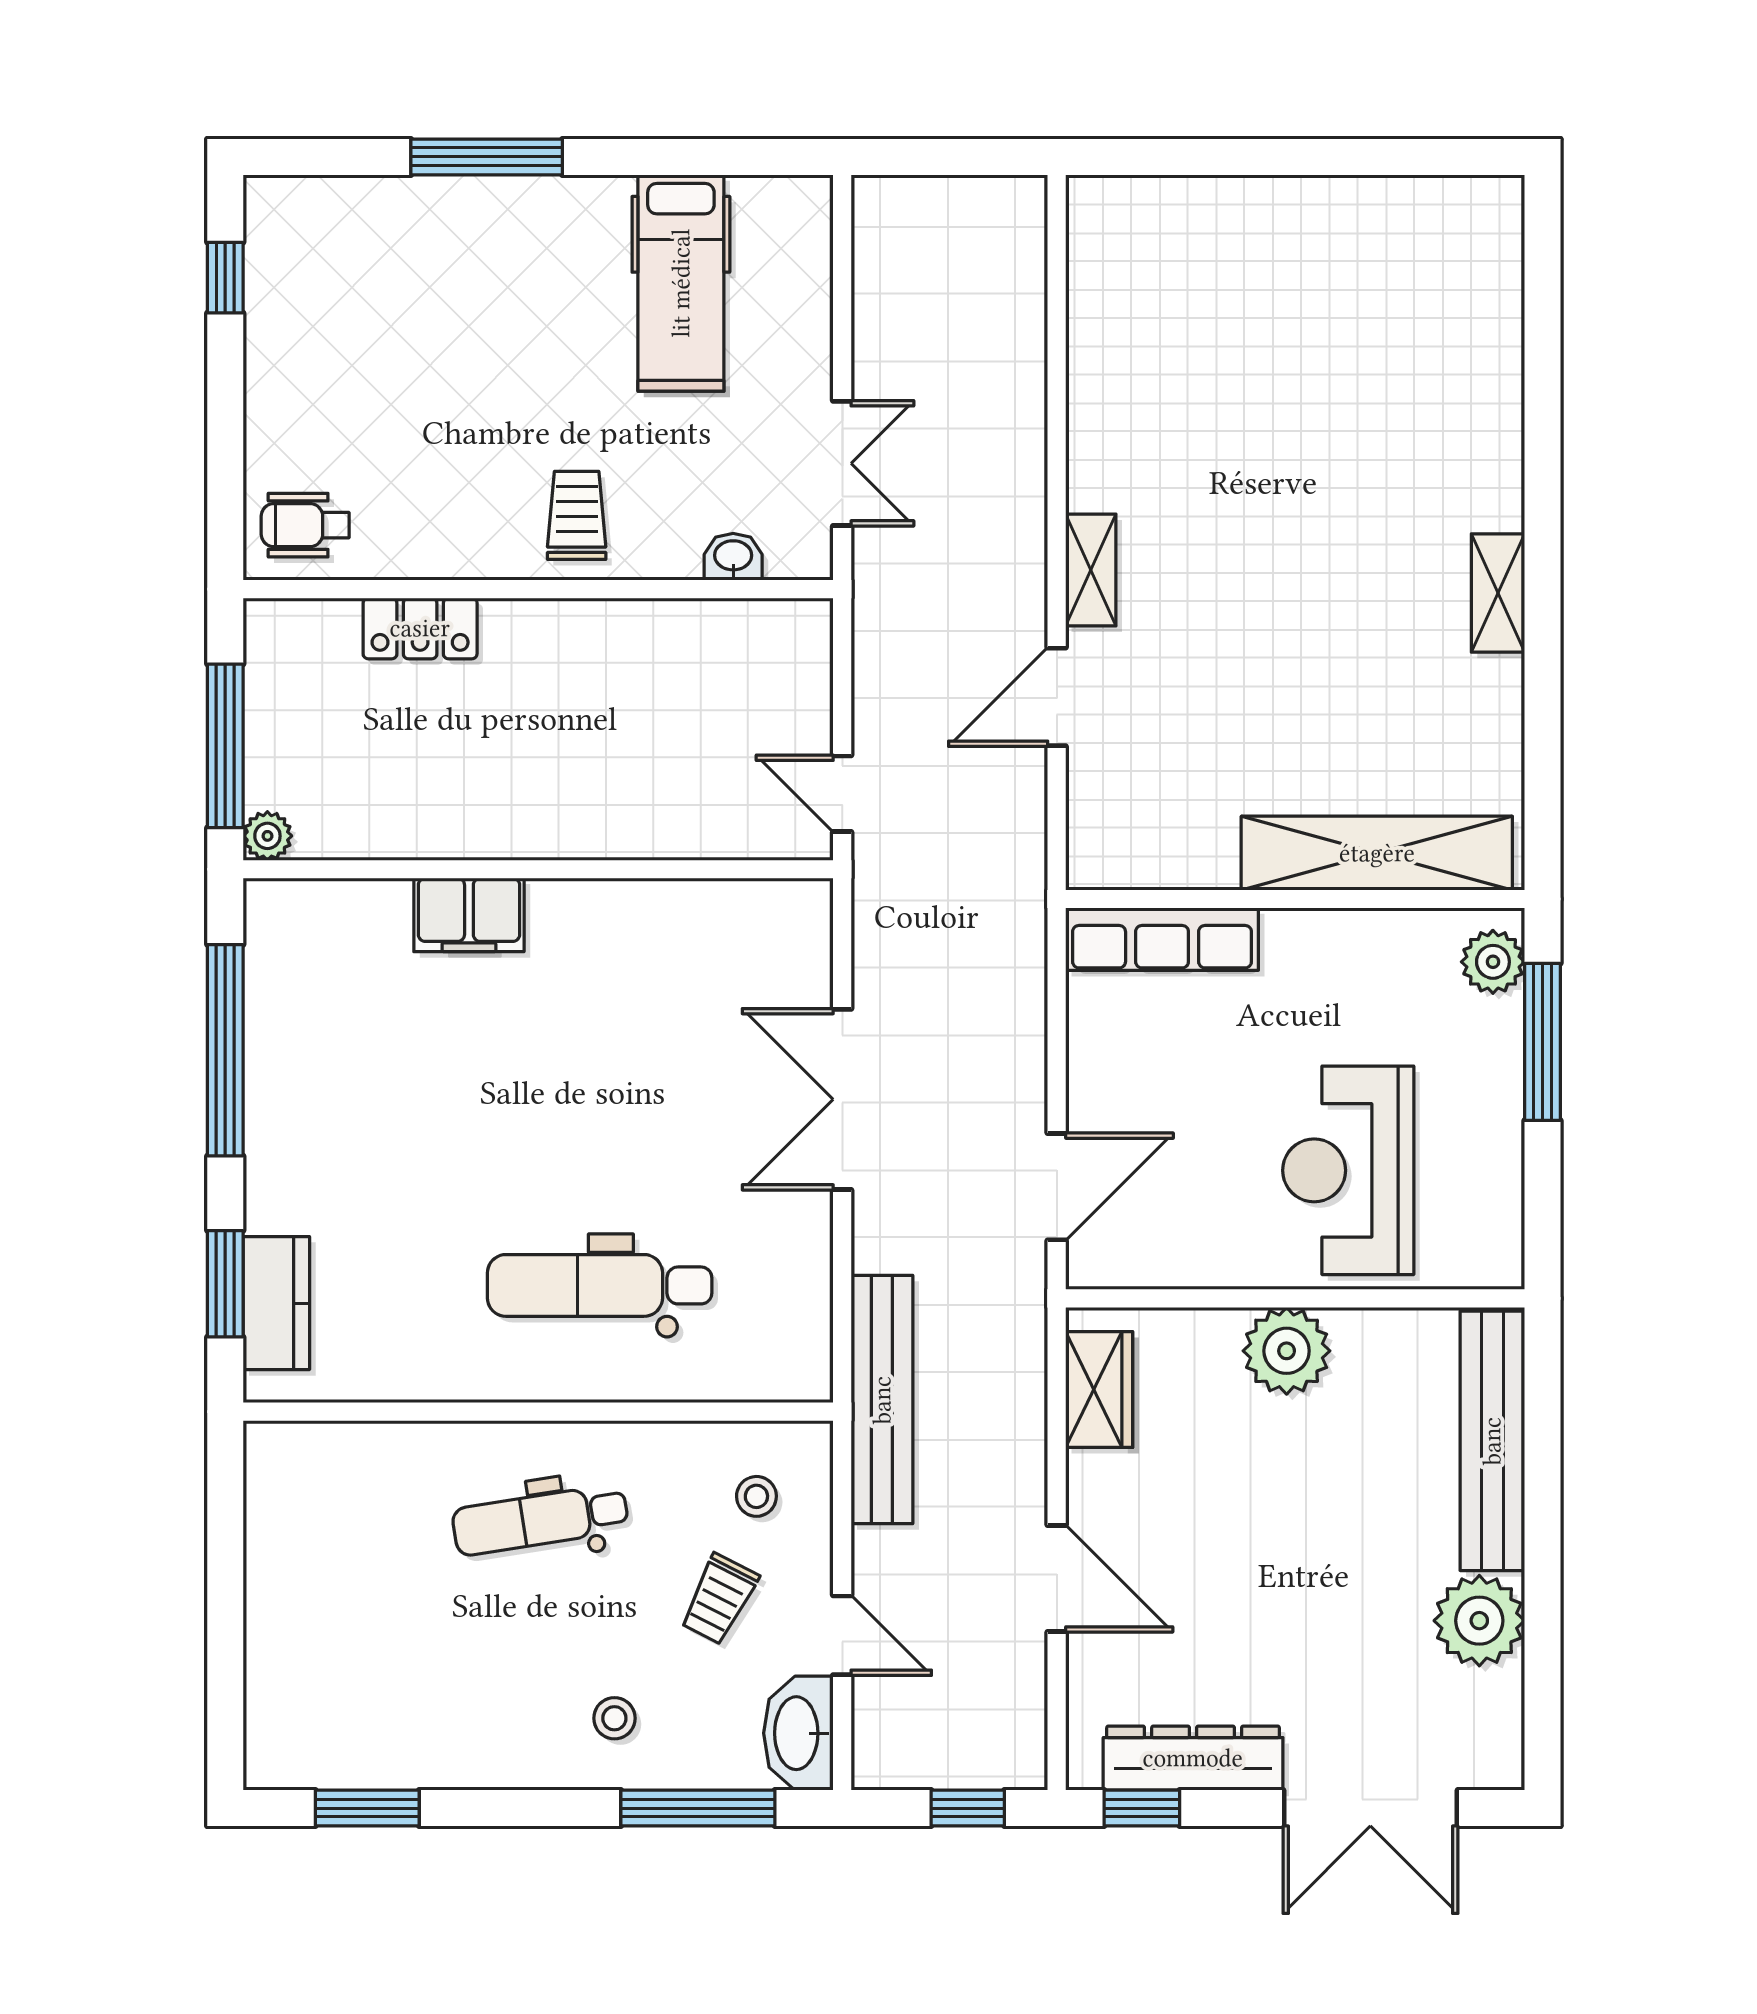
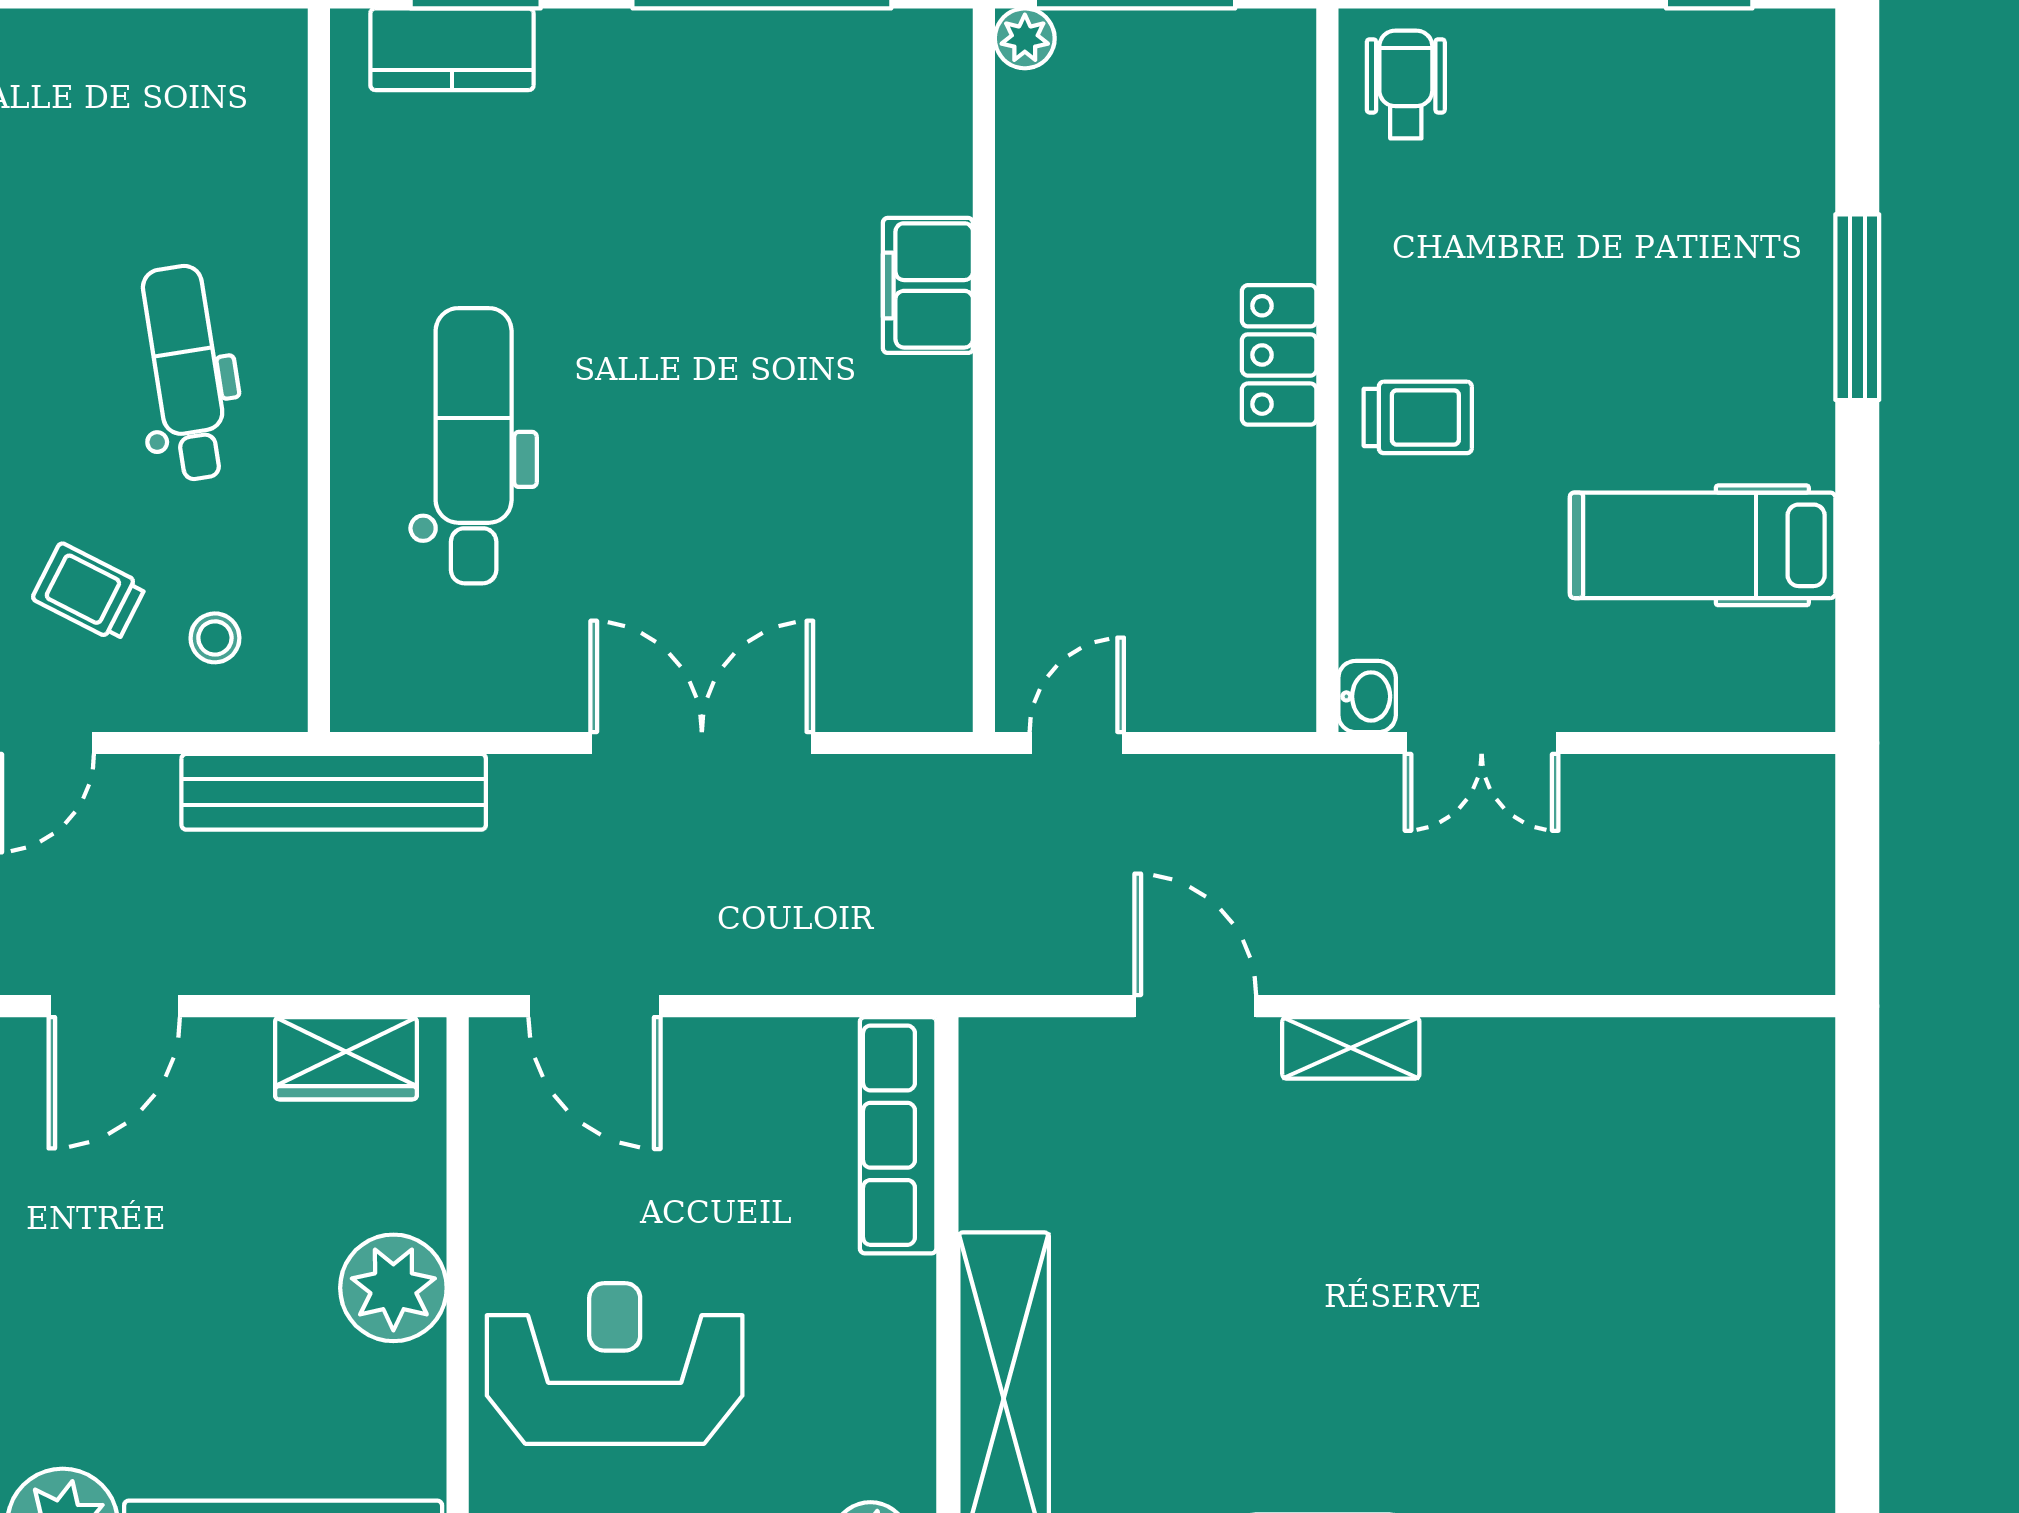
washbasin: (733, 557) -> (1367, 696), moved
locker: (420, 628) -> (1279, 355), moved

